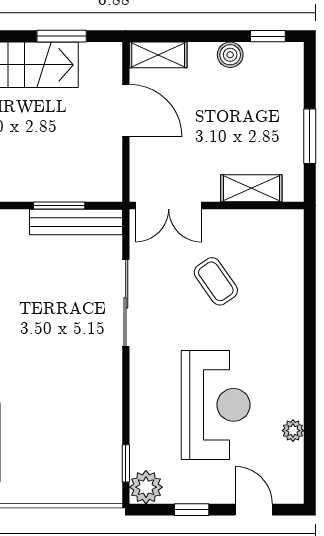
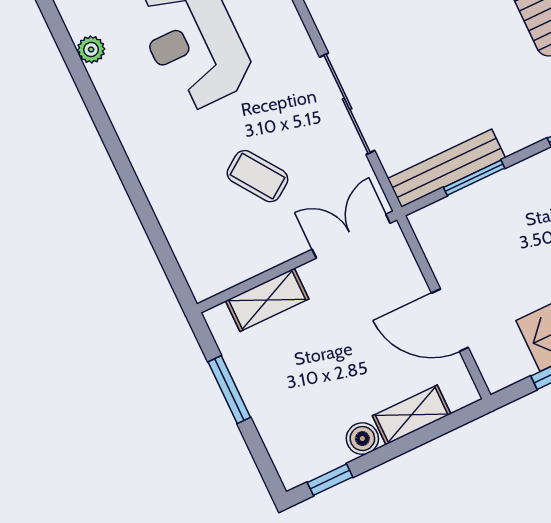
shelving: (158, 55) -> (412, 415), moved

